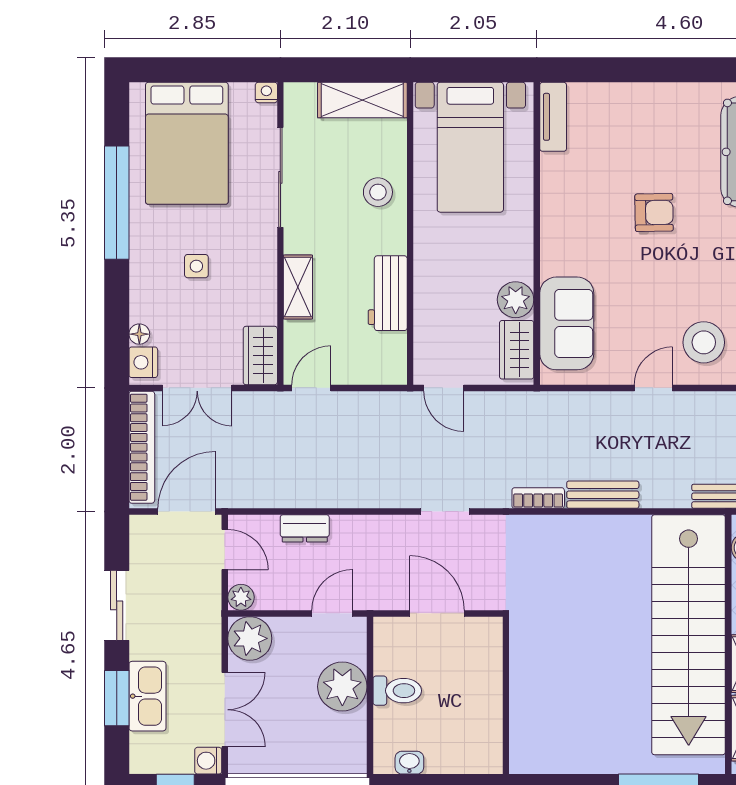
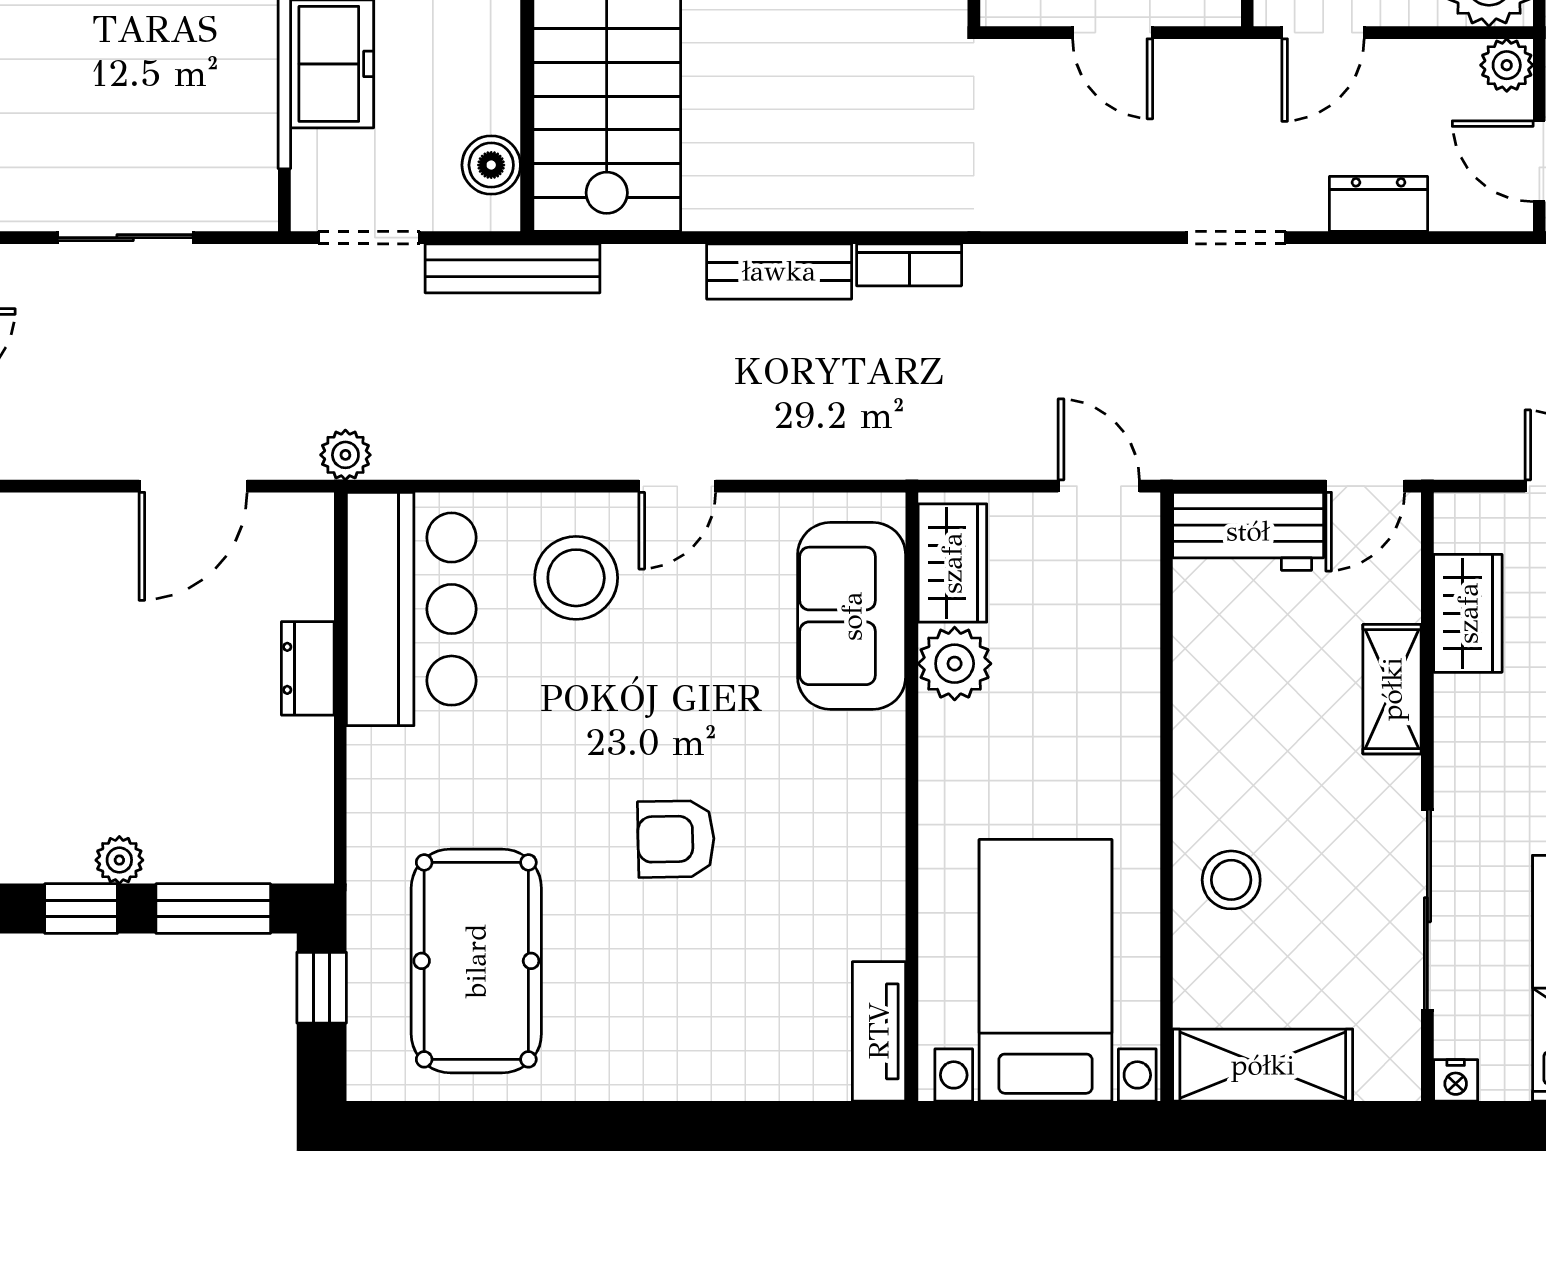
workbench: (388, 293) -> (1248, 531), moved, turned 90
wardrobe: (260, 356) -> (1468, 613), moved
doorway: (445, 512) -> (1236, 238), moved
door: (437, 613) -> (1113, 33), width x0.73

